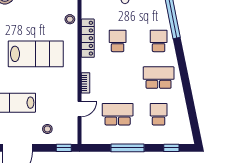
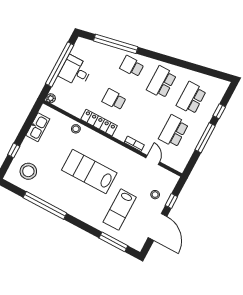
lab bench: (36, 54) -> (89, 171), turned -90
school desk: (159, 114) -> (191, 98), width x1.85
window: (64, 148) -> (171, 201), moved
window: (171, 148) -> (219, 111), moved

